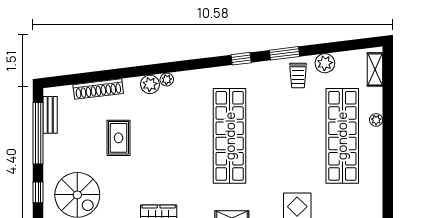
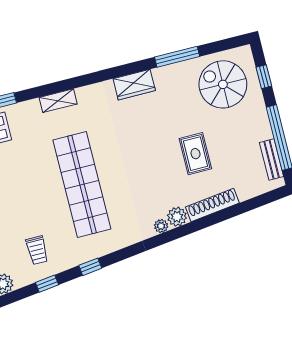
window: (284, 53) -> (47, 284), width x0.67
trolley: (298, 76) -> (37, 250), moved, turned 180
shoe rack: (98, 89) -> (212, 205), moved

